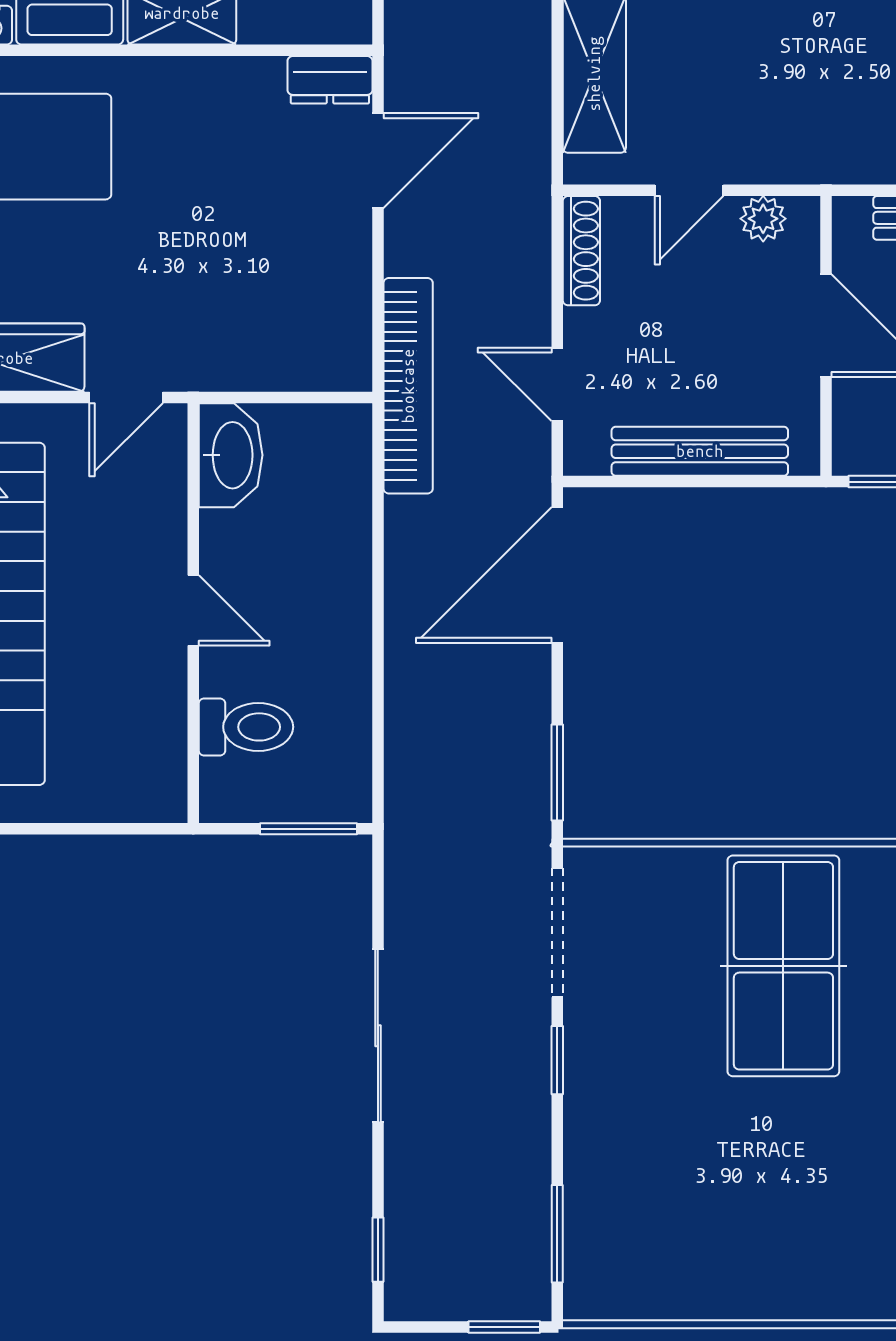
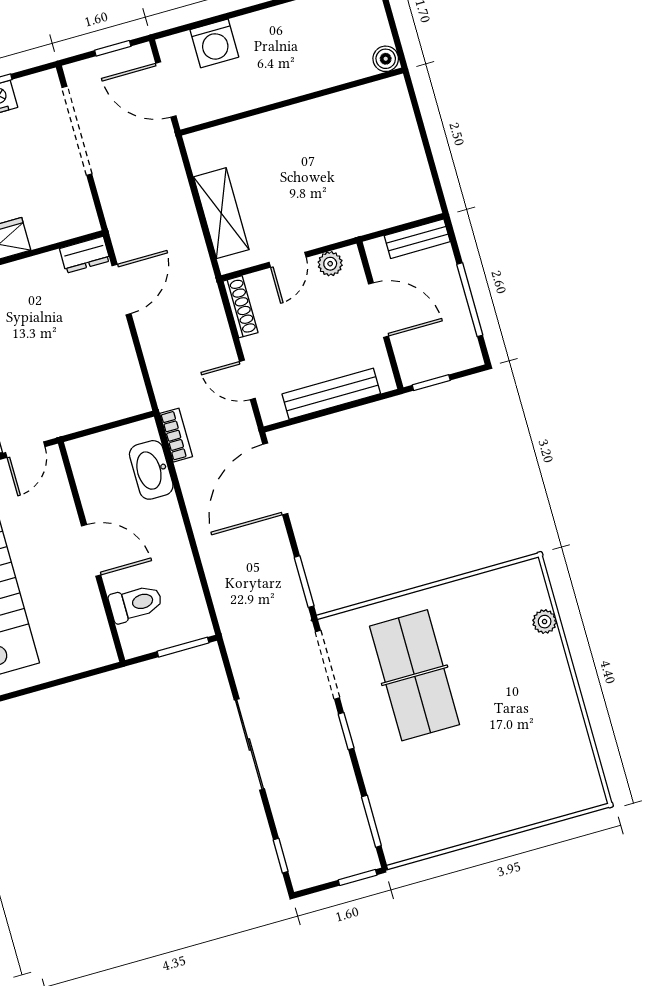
bookcase: (408, 386) -> (176, 435), width x0.43, depth x0.76
washbasin: (231, 455) -> (151, 470), moved, turned 180
door: (193, 610) -> (91, 550), width x1.38
table tennis table: (783, 966) -> (415, 675), moved

